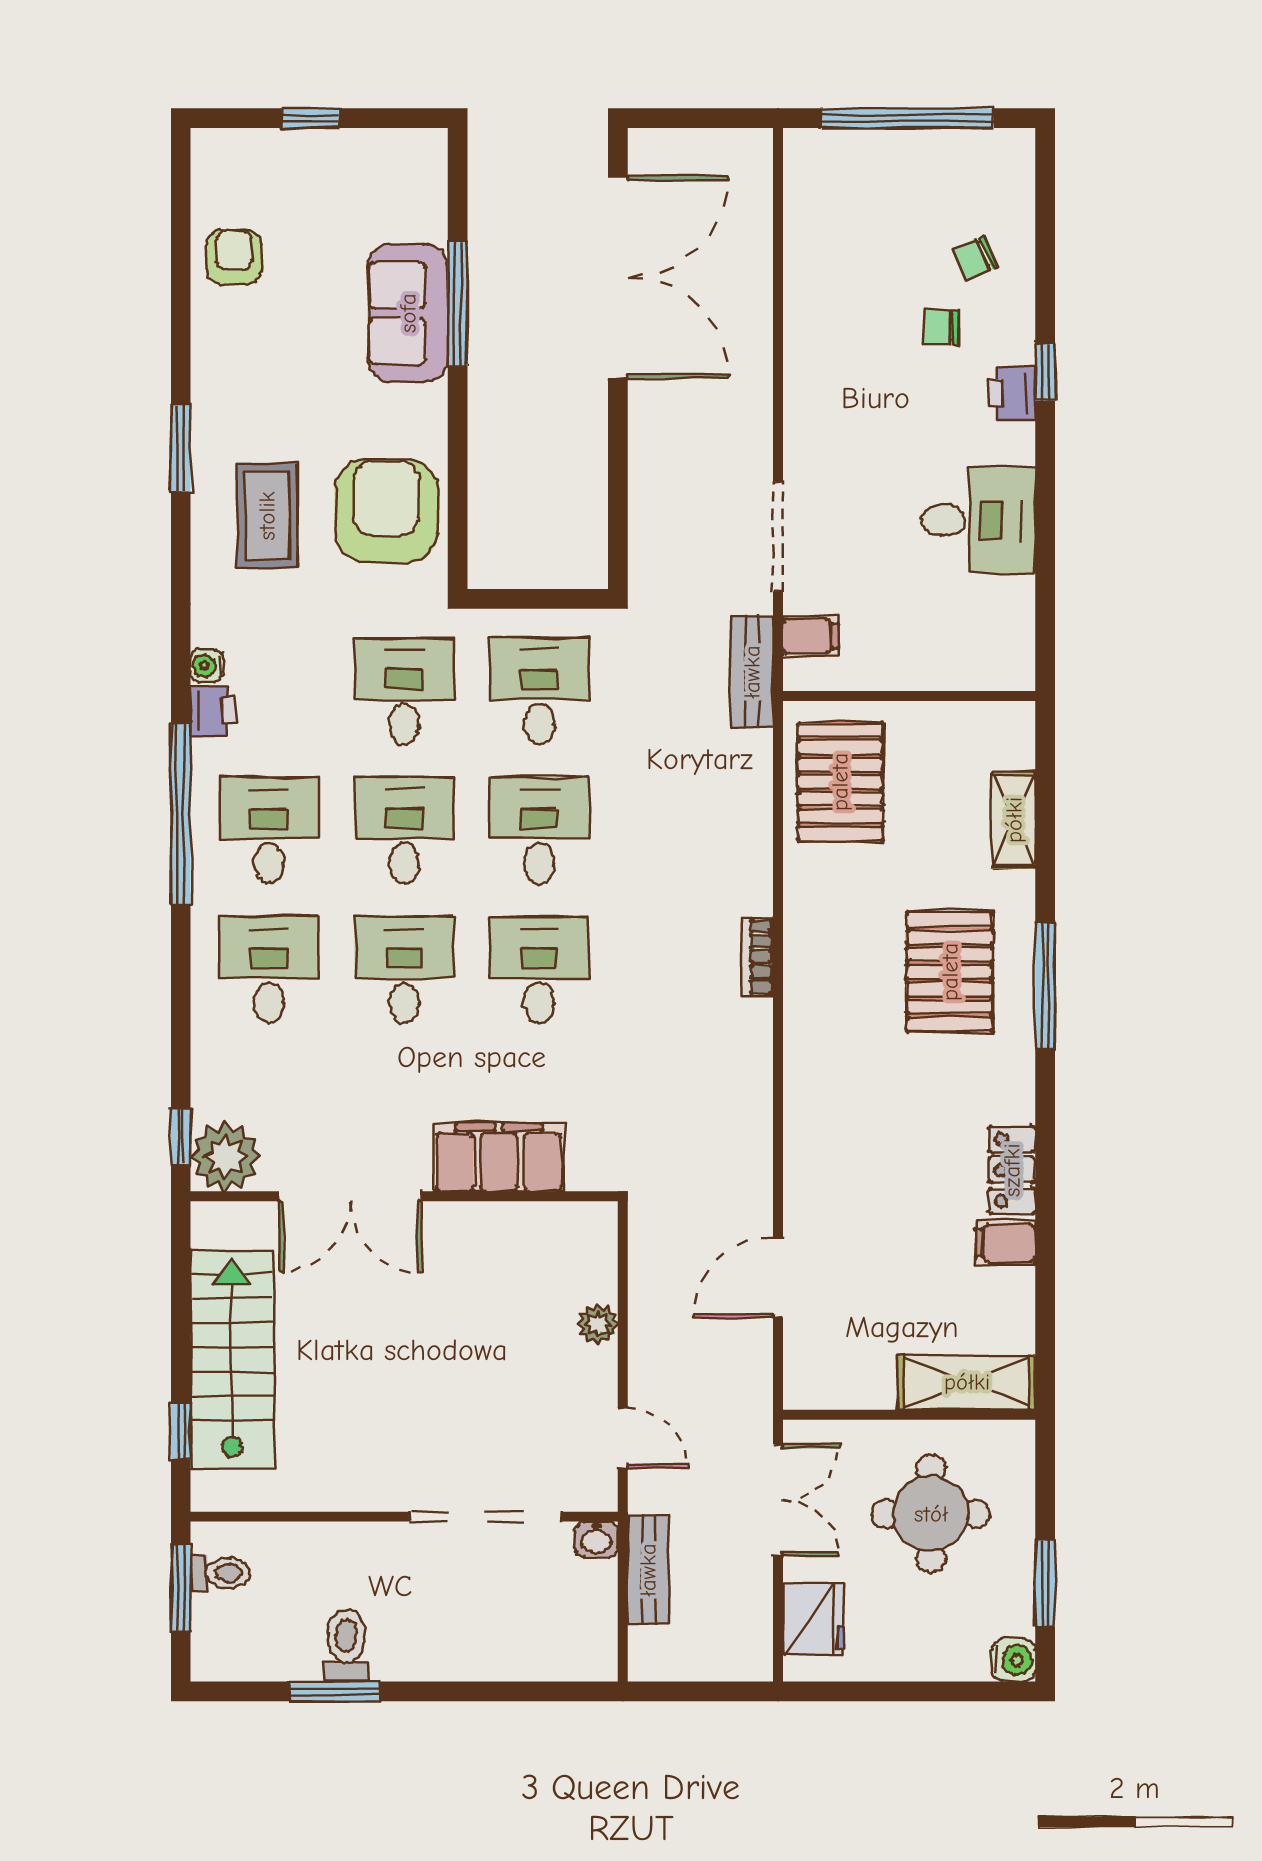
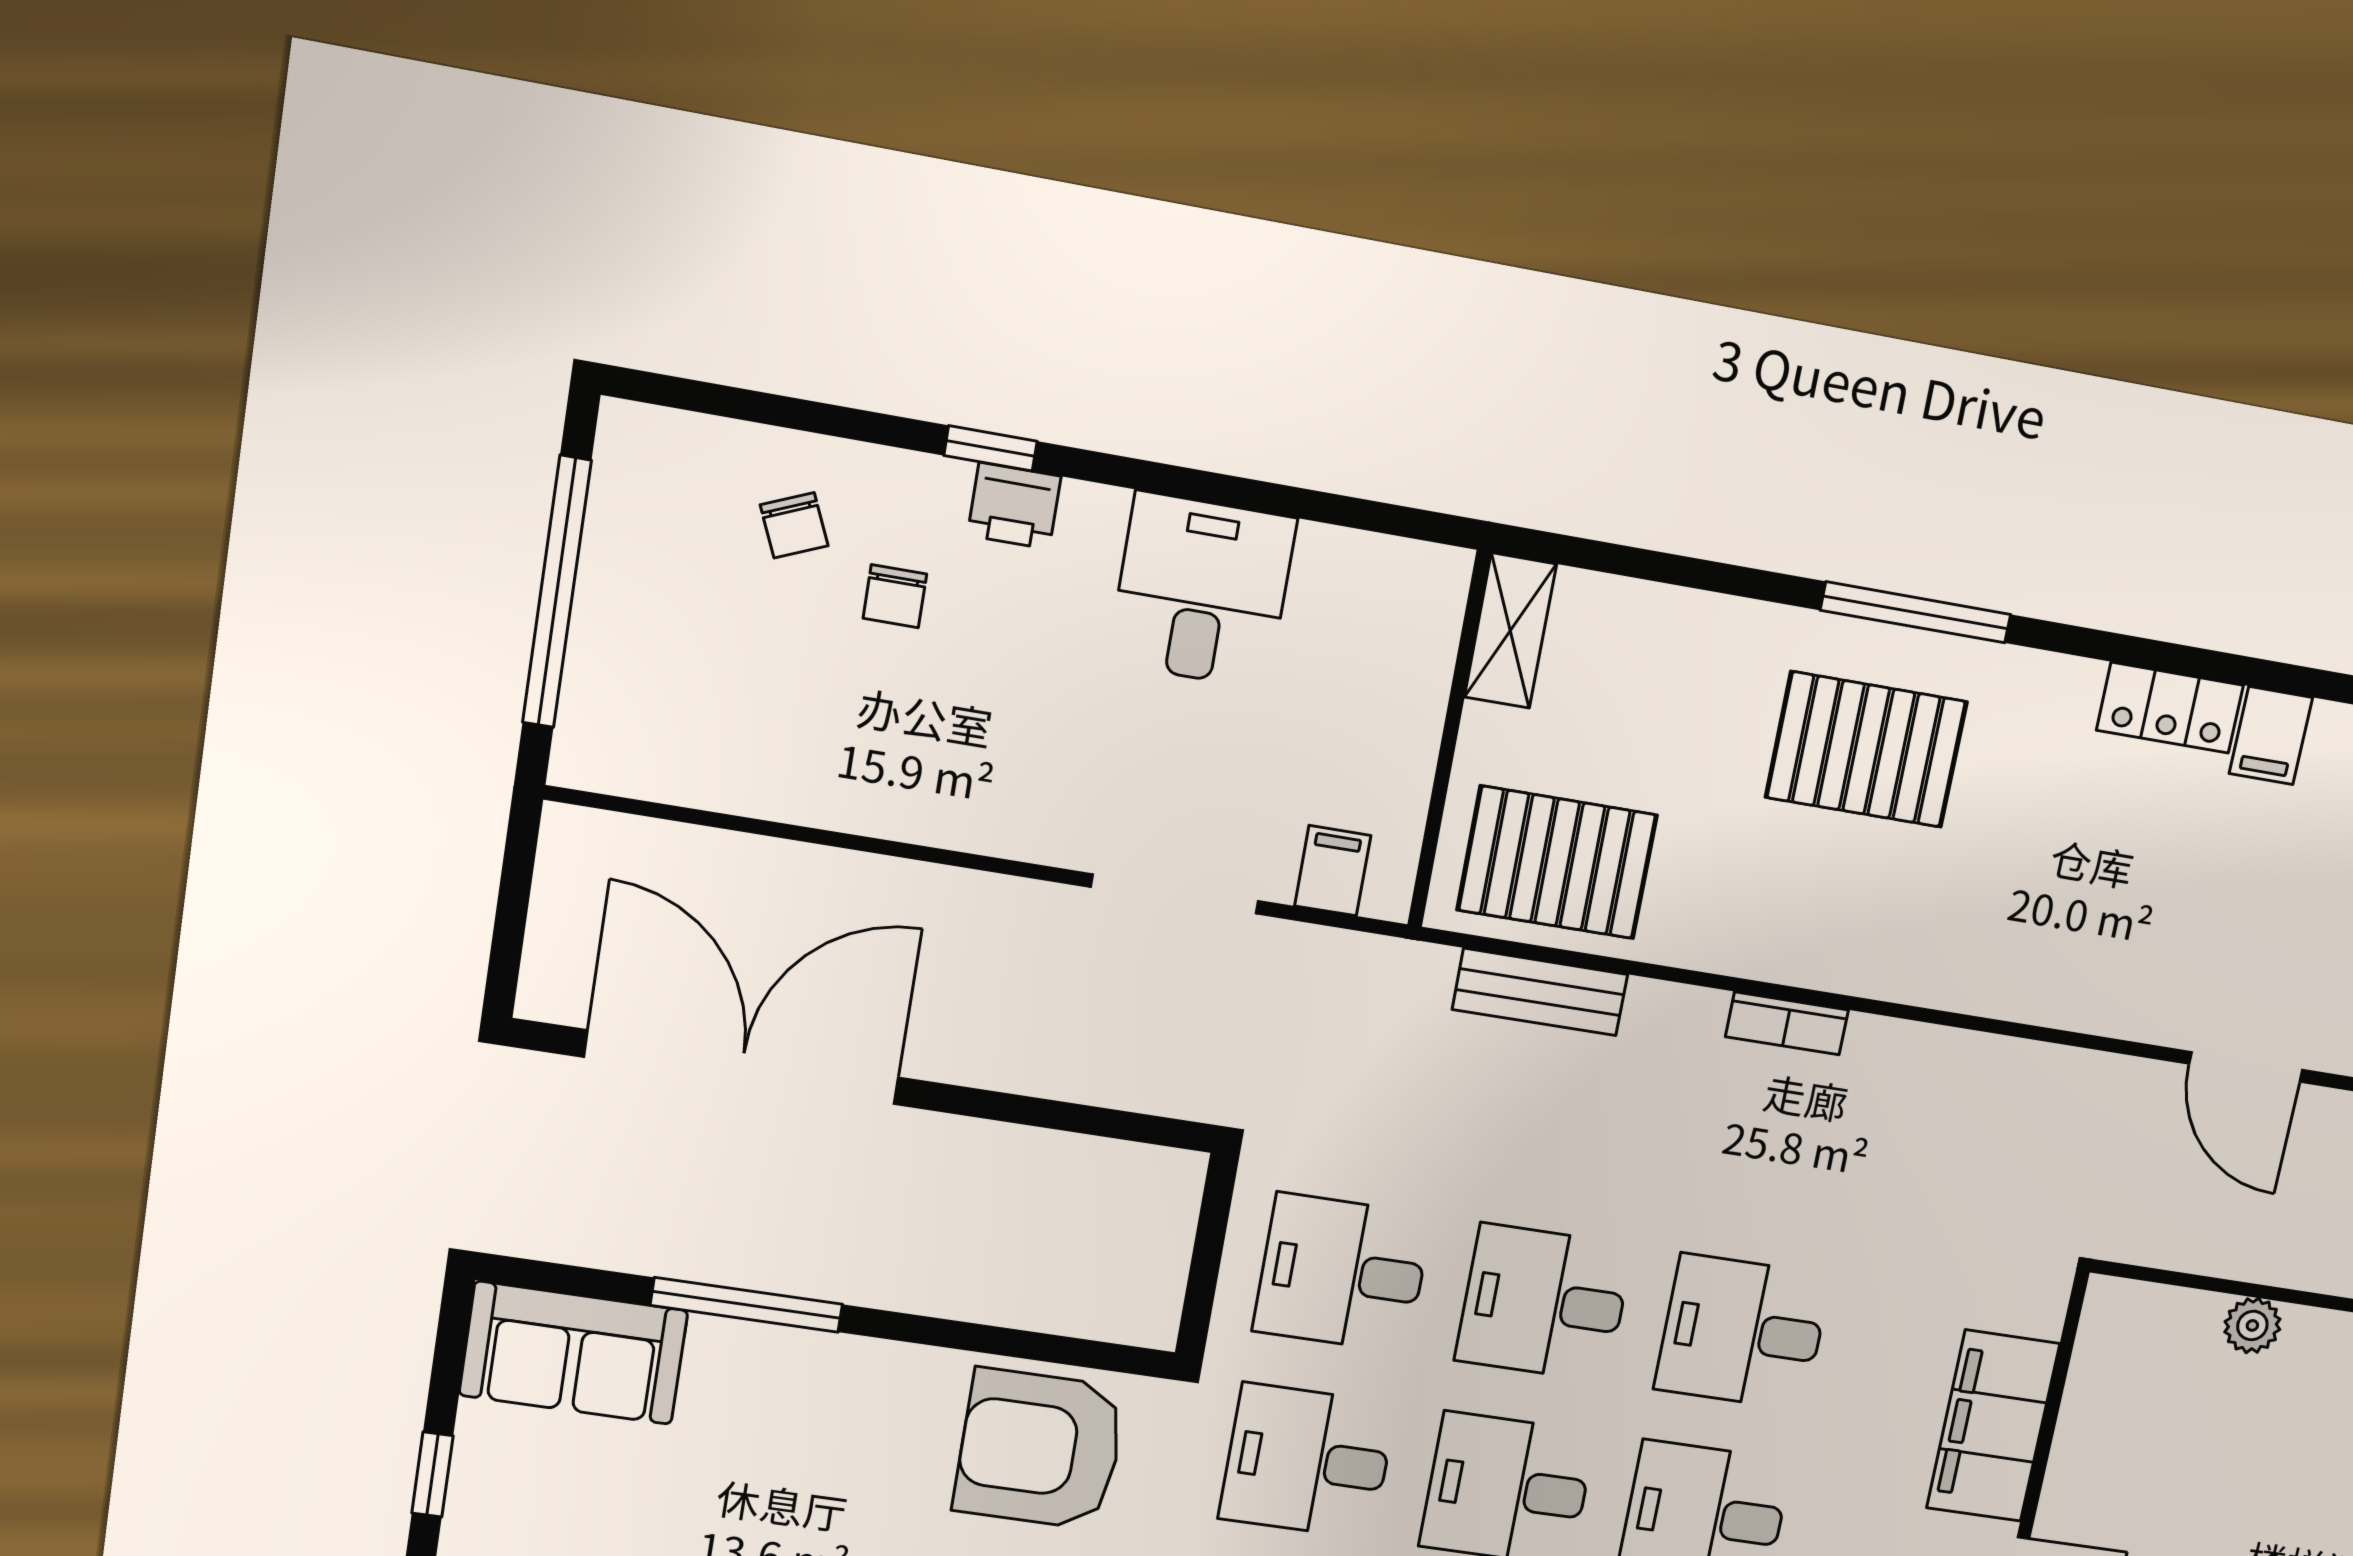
sofa: (408, 313) -> (574, 1353), moved
bench: (752, 672) -> (1540, 992), moved
shelving: (1014, 820) -> (1510, 631), moved, turned 90

